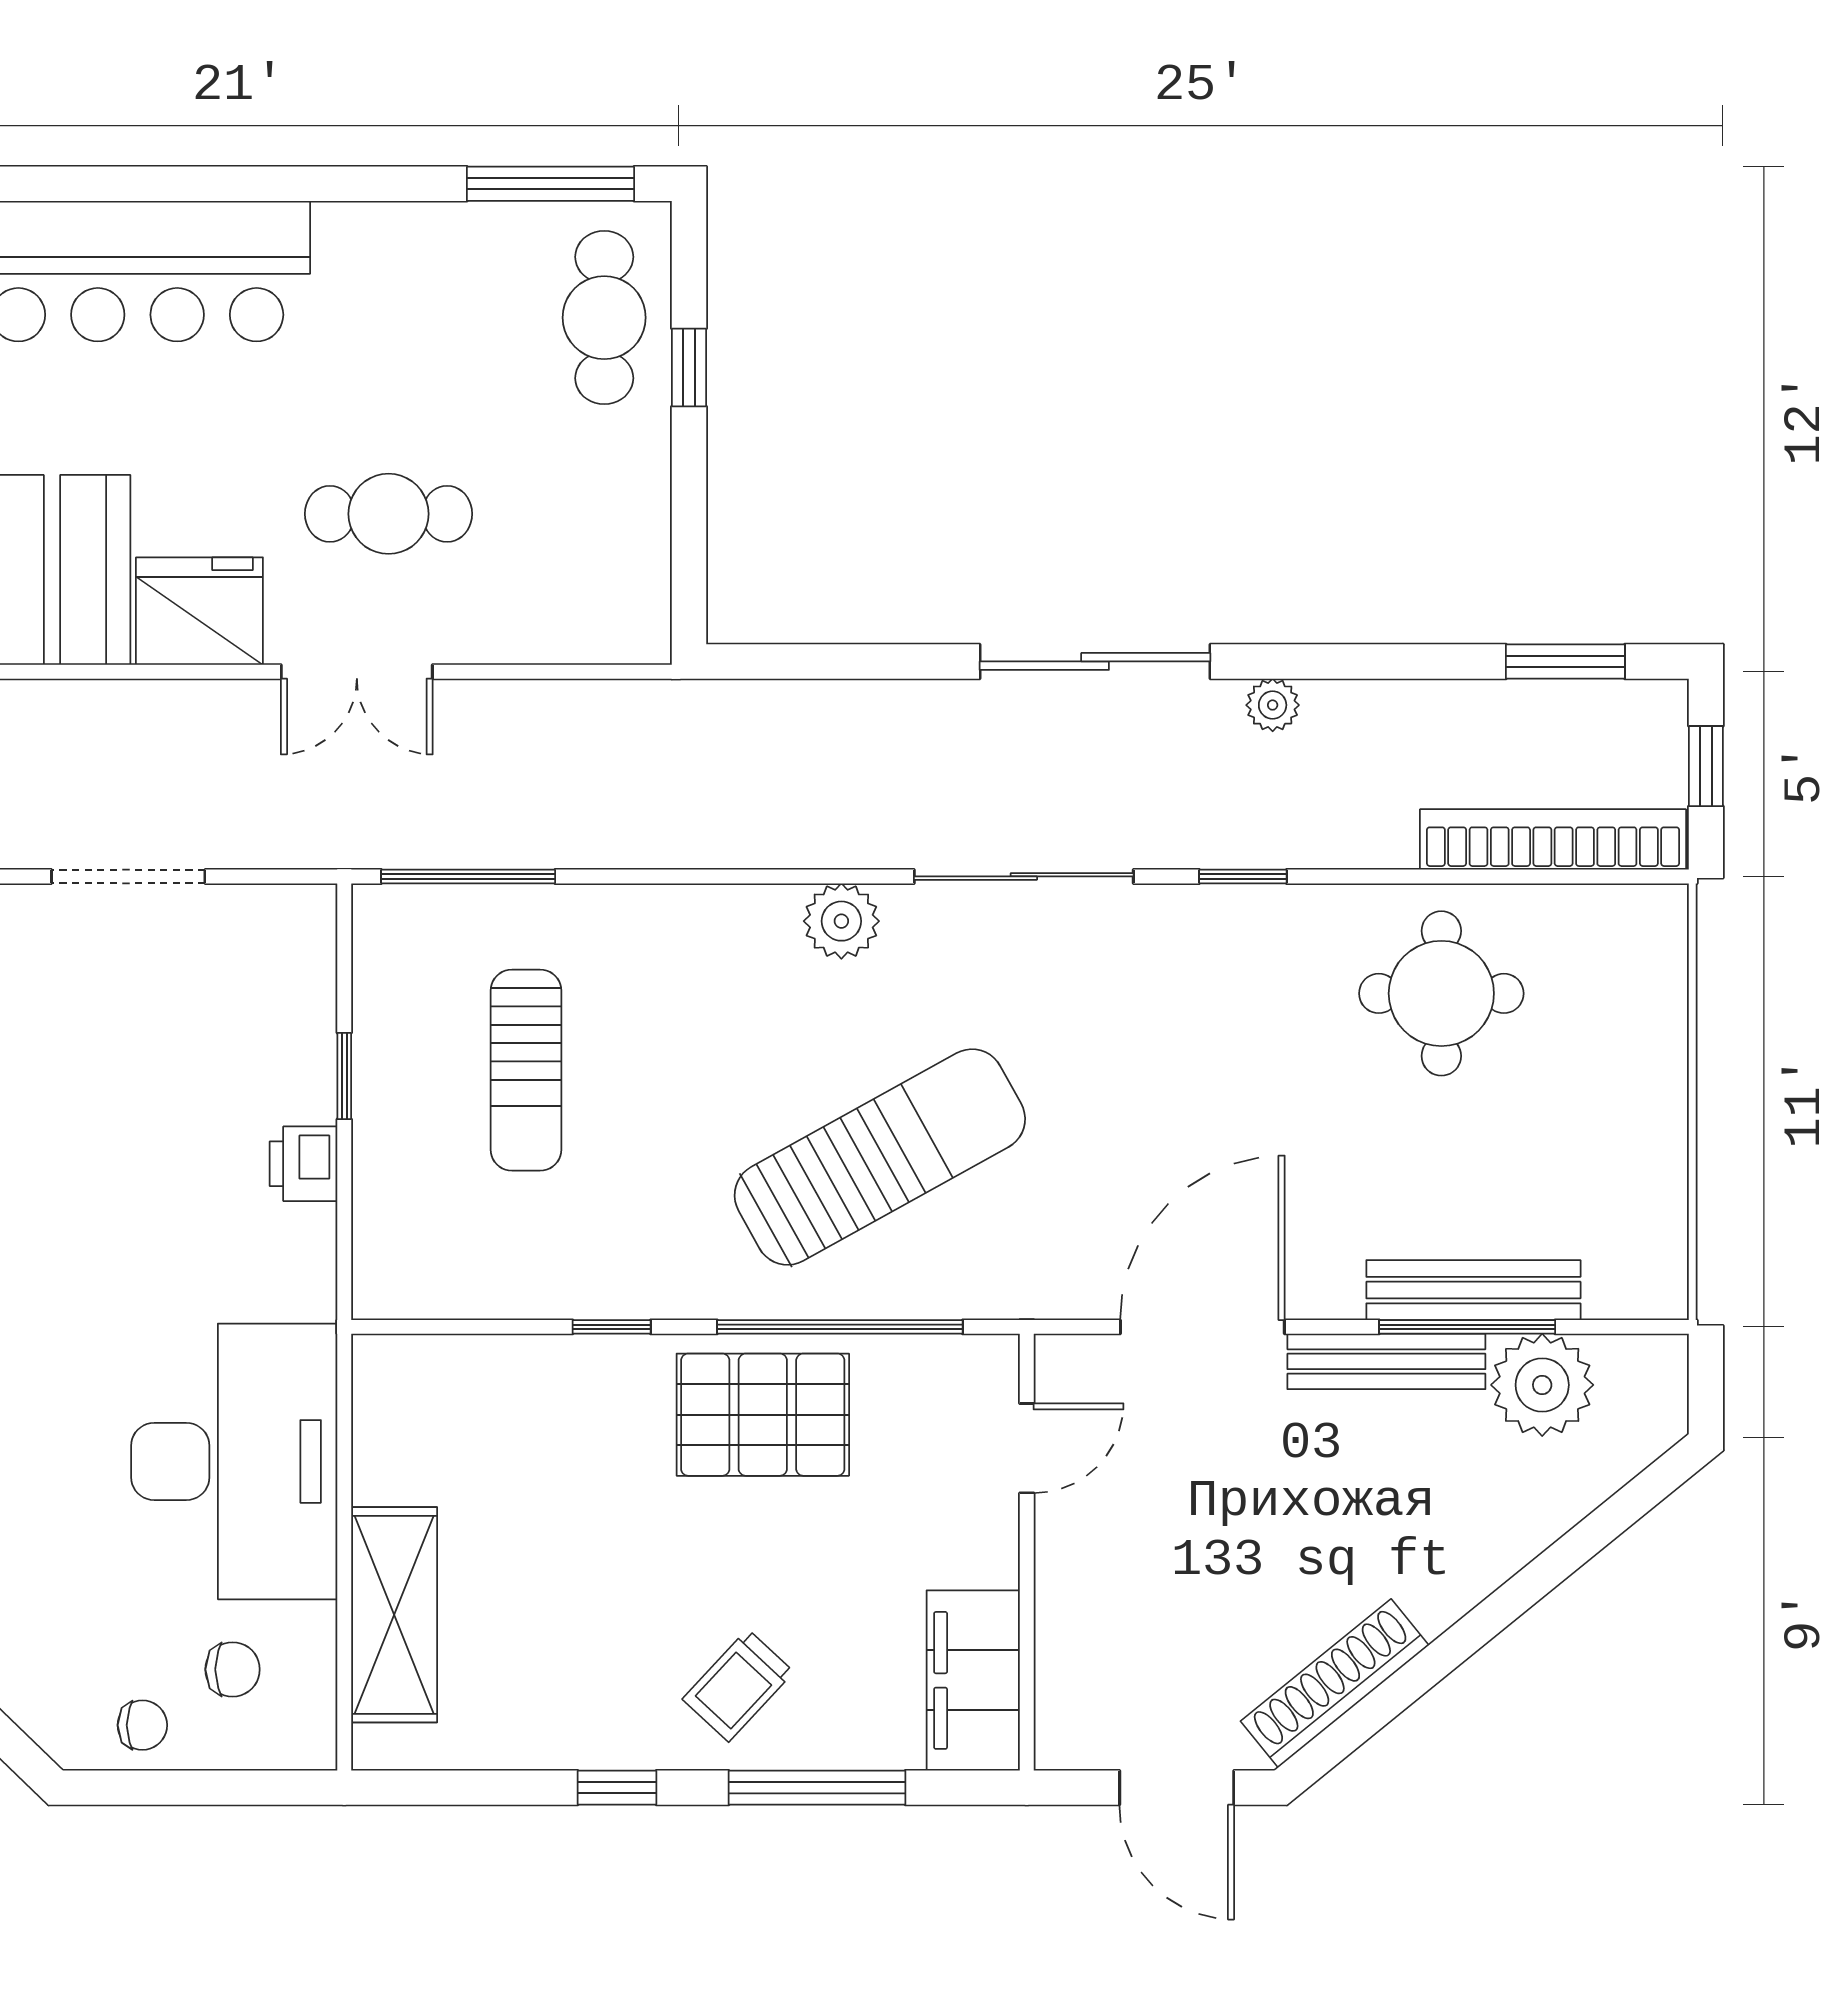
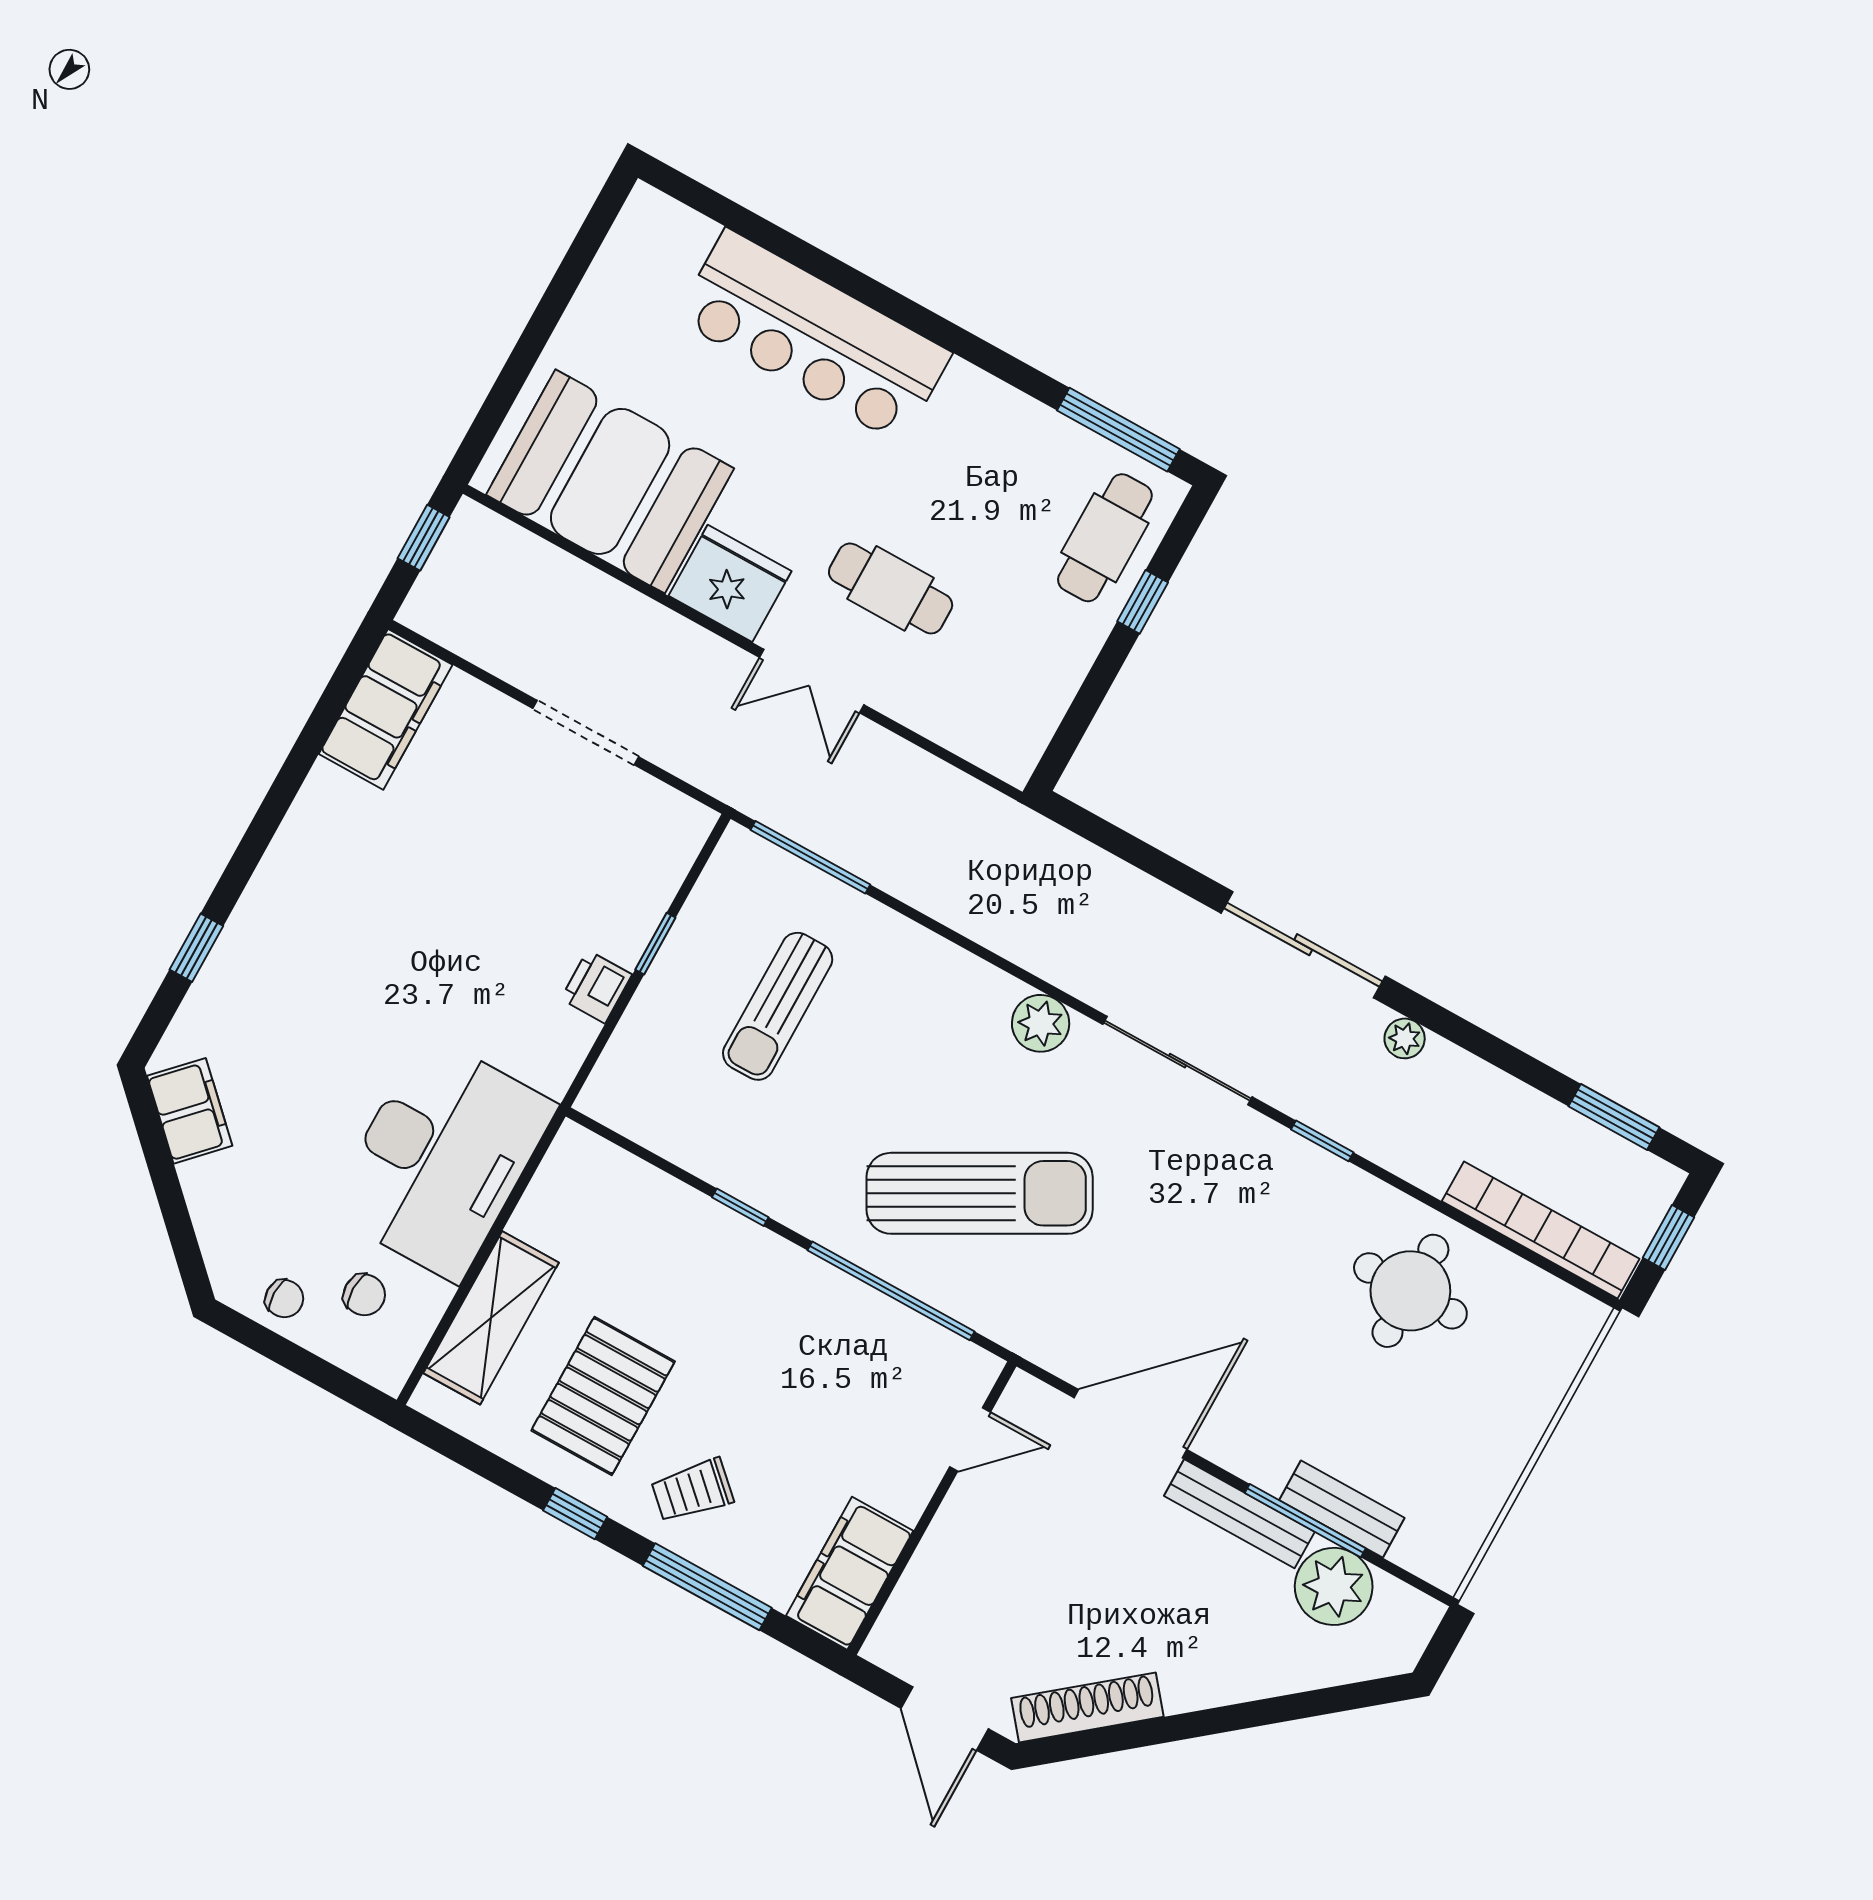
bench: (1473, 1290) -> (1342, 1509), width x0.73
pallet: (763, 1415) -> (603, 1396), moved, turned 90

